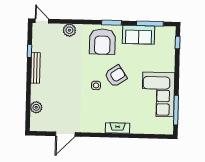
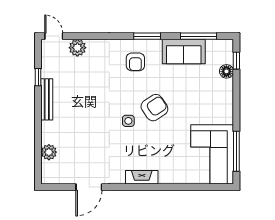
plant: (69, 30) -> (77, 48), moved
armchair: (102, 42) -> (135, 62), width x0.53, depth x0.53
floor lamp: (170, 50) -> (226, 71), added
corner sofa: (158, 94) -> (212, 154), moved
fireplace: (117, 128) -> (142, 177), moved

